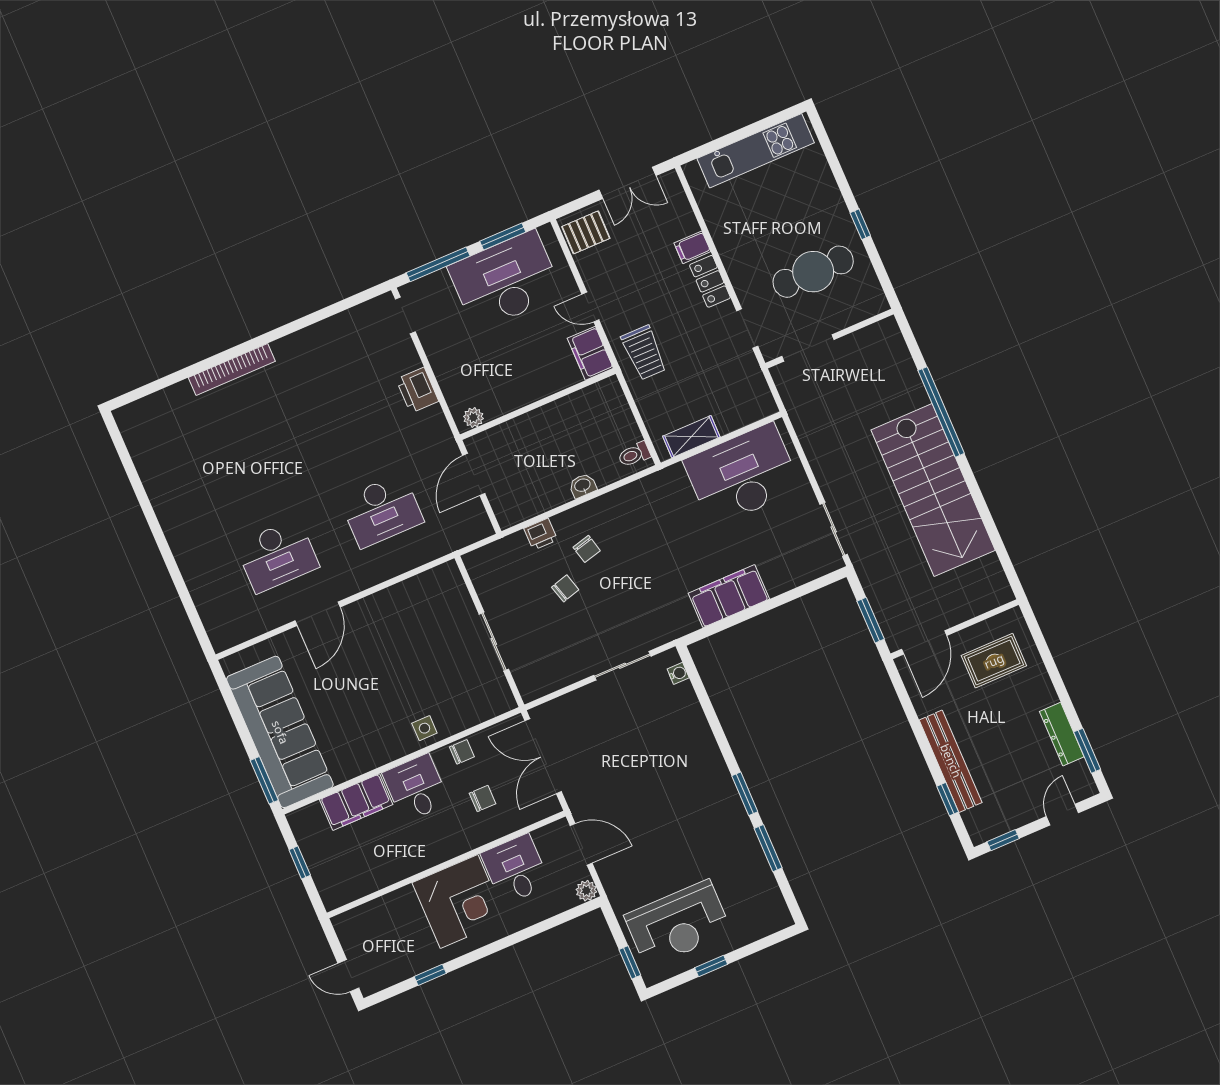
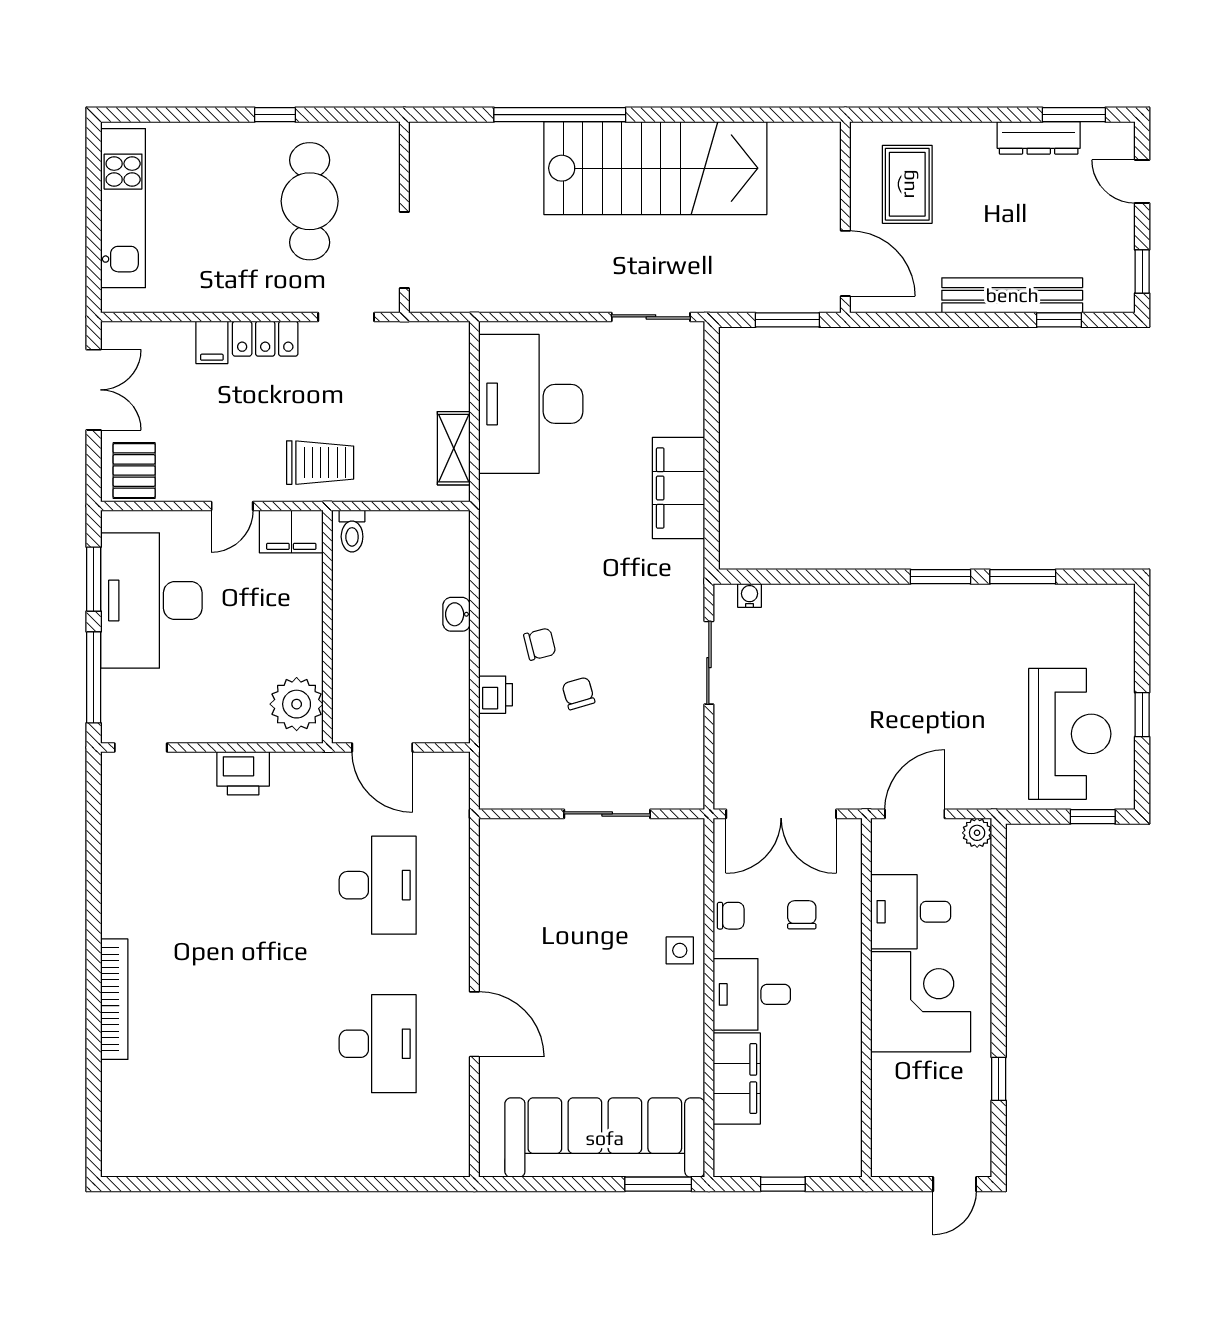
plant: (473, 417) -> (297, 704), width x1.88, depth x1.88
toilet: (634, 454) -> (352, 531), moved
chair: (462, 752) -> (731, 916), turned 90

